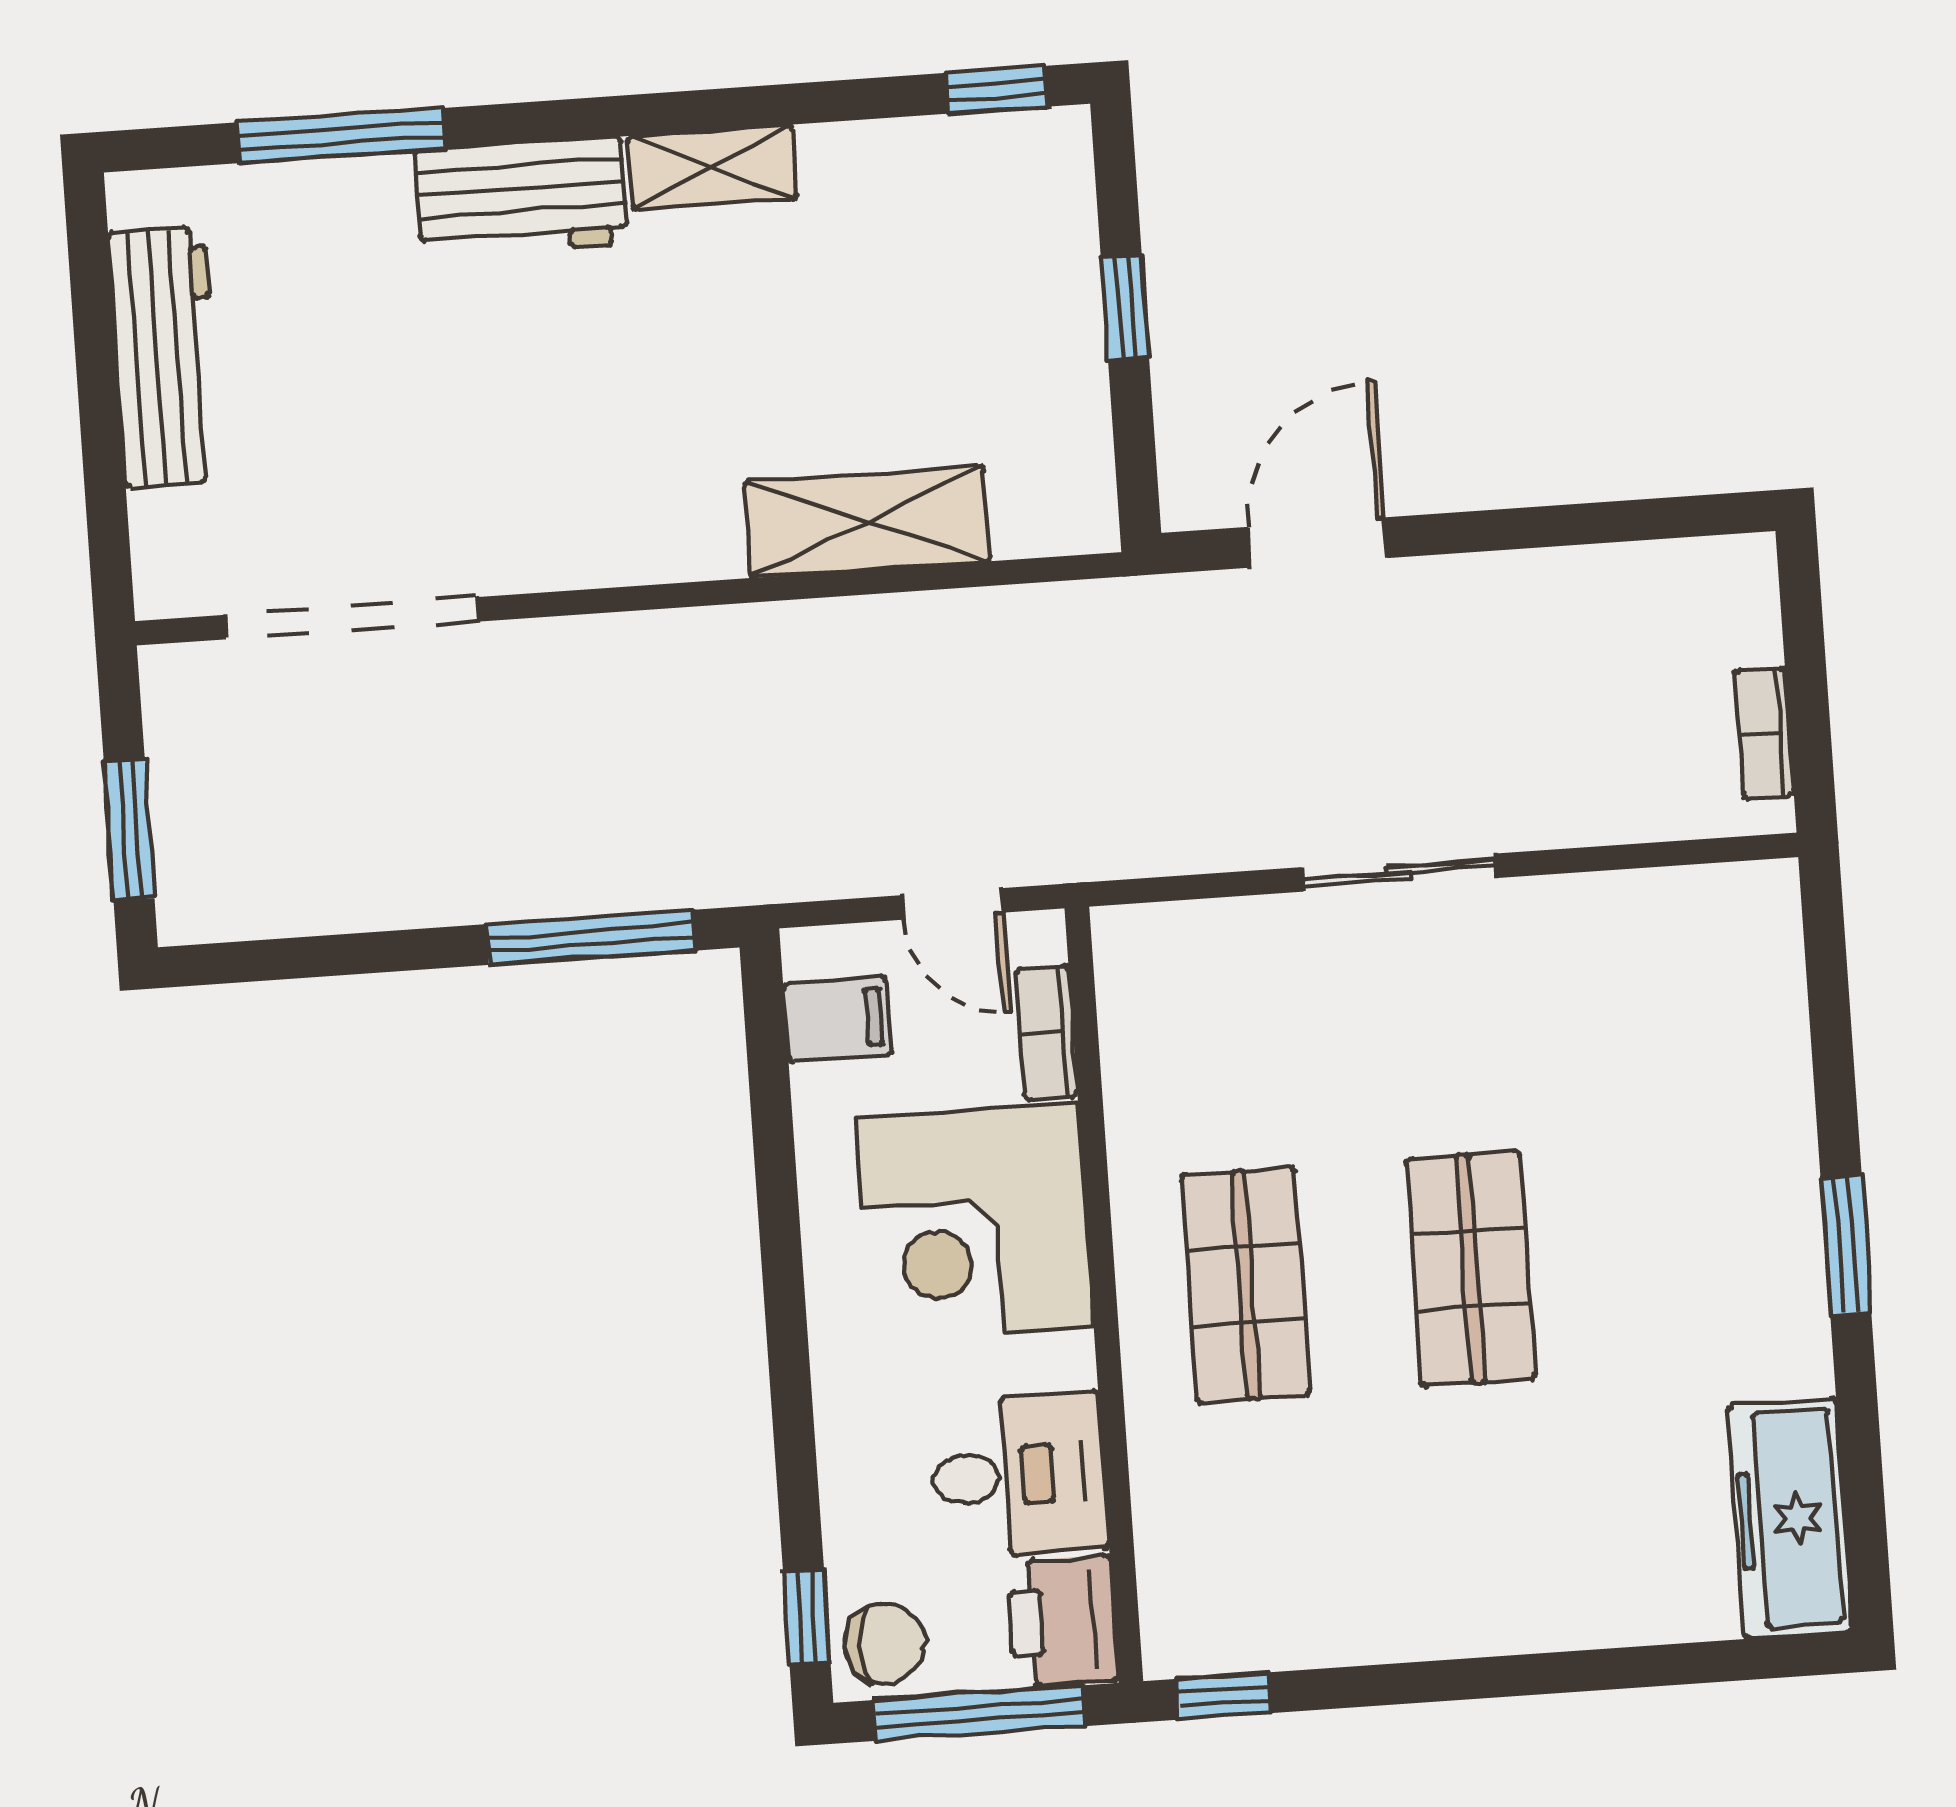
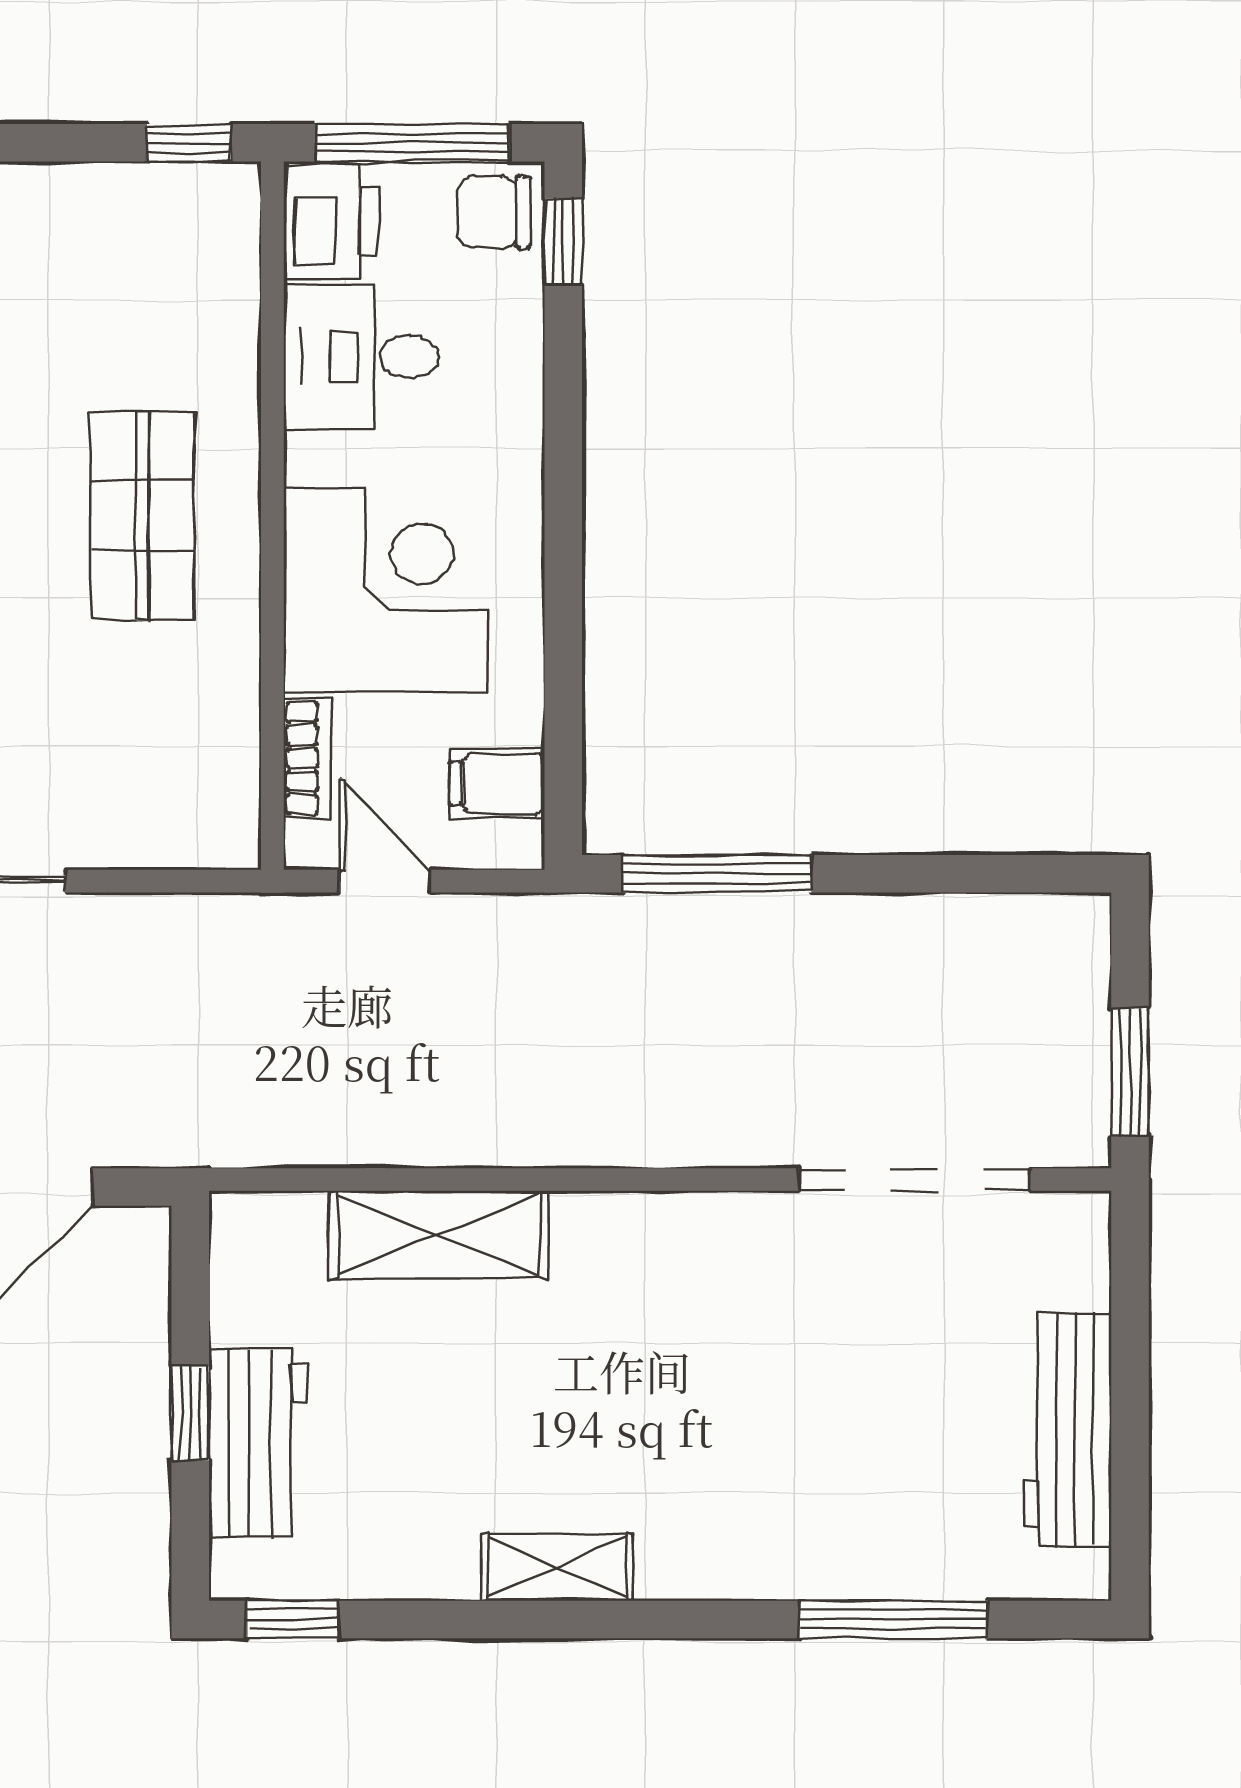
workbench: (521, 197) -> (258, 1443), moved, turned 90
window: (129, 830) -> (1130, 1072), moved

